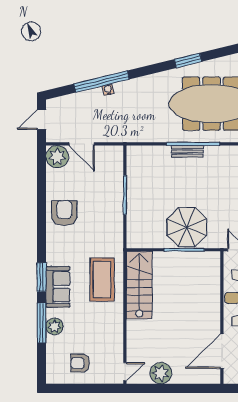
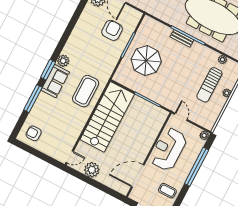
armchair: (64, 213) -> (112, 30), moved
parasol: (187, 227) -> (146, 61), moved
stairs: (139, 285) -> (107, 117), width x1.36, depth x1.51
plant: (54, 326) -> (63, 61), moved
armchair: (80, 363) -> (34, 133), moved

